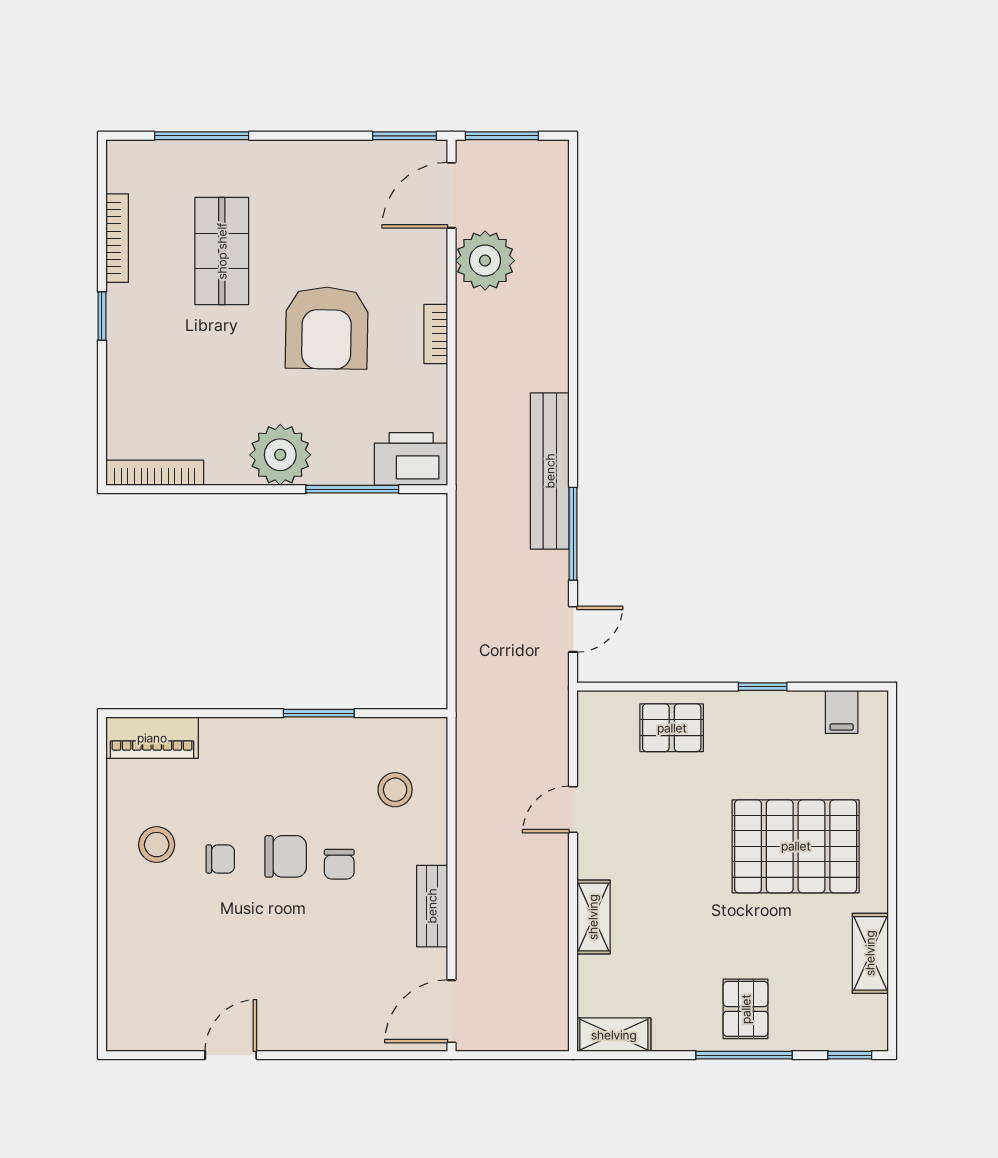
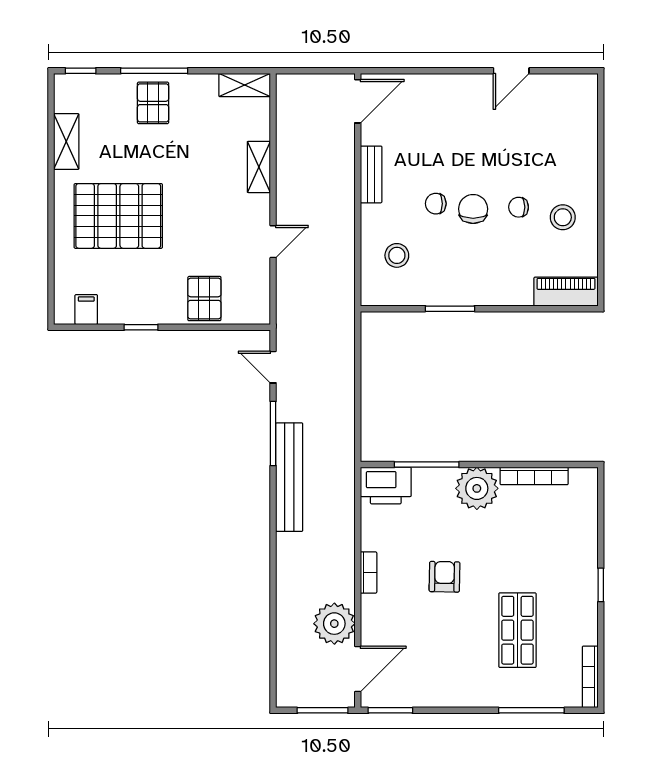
bookcase: (117, 238) -> (590, 677), moved
armchair: (327, 328) -> (444, 577), width x0.53, depth x0.53
bookcase: (155, 473) -> (534, 476), moved
door: (573, 629) -> (273, 367), hinge flipped
pallet: (672, 728) -> (204, 299), turned 90
chair: (286, 856) -> (473, 209), turned 90
chair: (339, 864) -> (436, 204), turned -90

